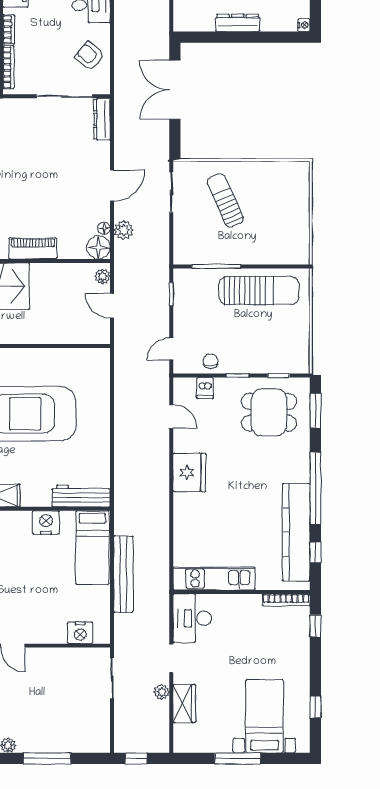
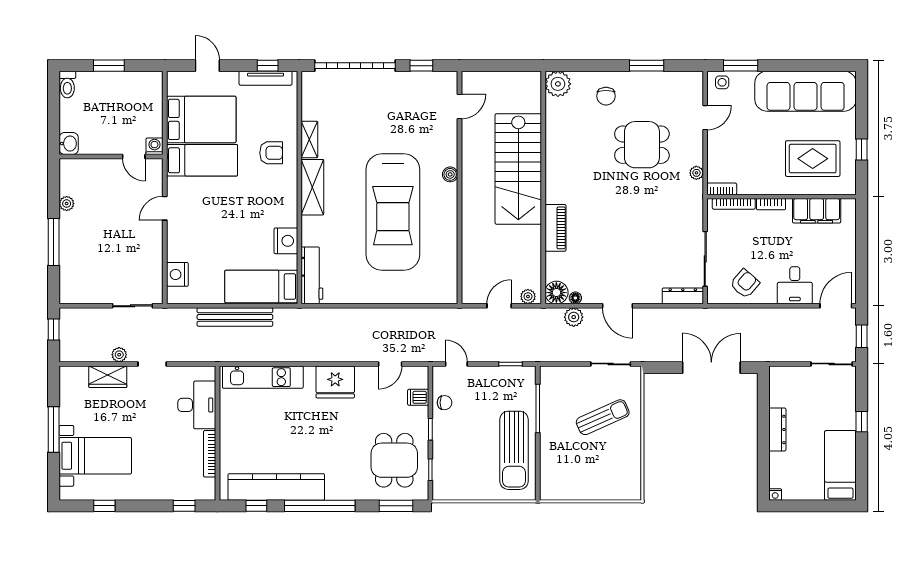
kitchen unit: (214, 579) -> (263, 377), moved, turned 90
bookcase: (286, 600) -> (210, 454), moved
desk: (192, 618) -> (197, 405), moved, turned 90

